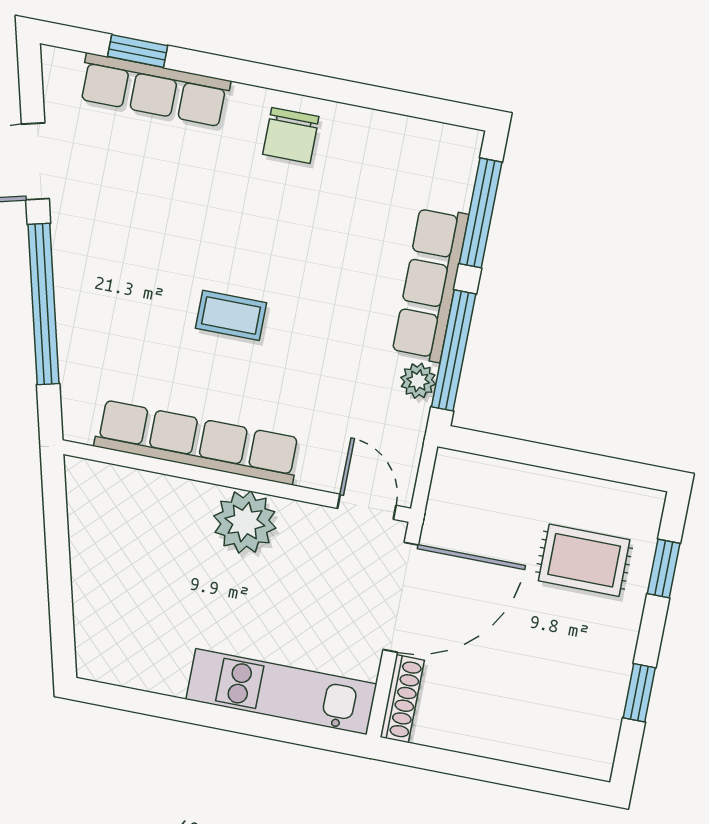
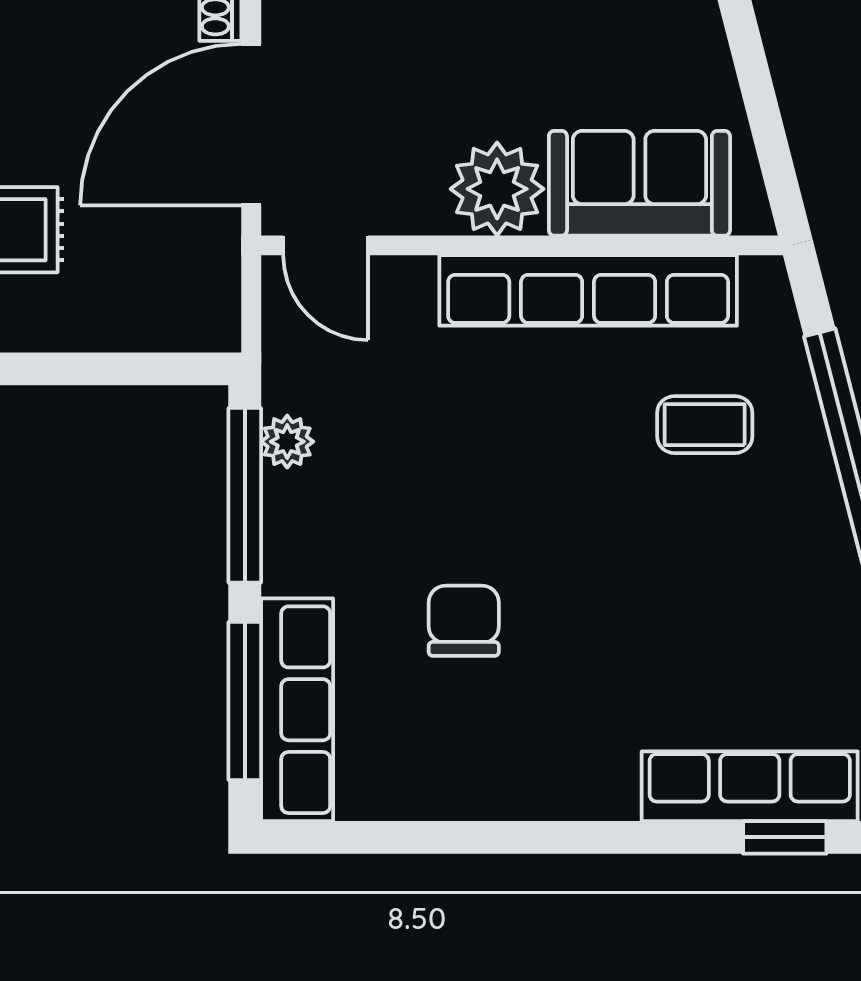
chair: (291, 135) -> (464, 621), moved
row of seats: (430, 284) -> (297, 710), moved
coffee table: (231, 315) -> (705, 425), moved
sofa: (149, 507) -> (639, 183), added

